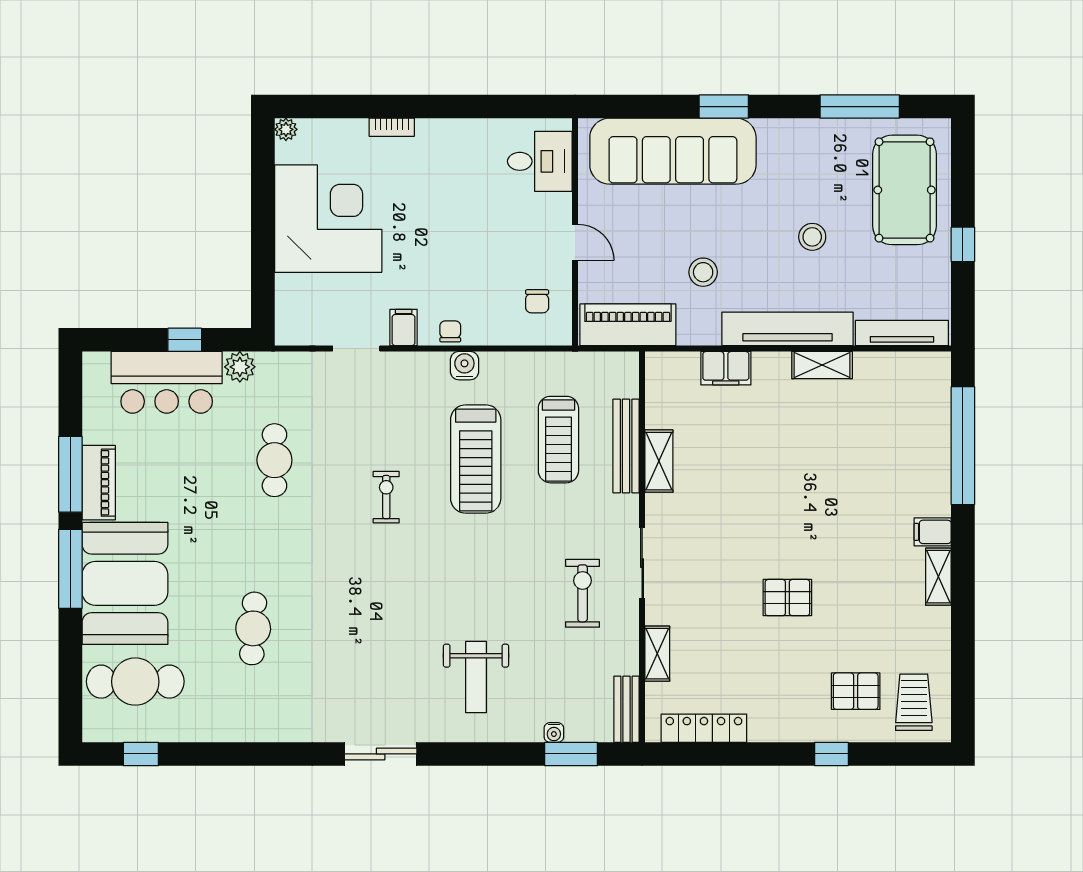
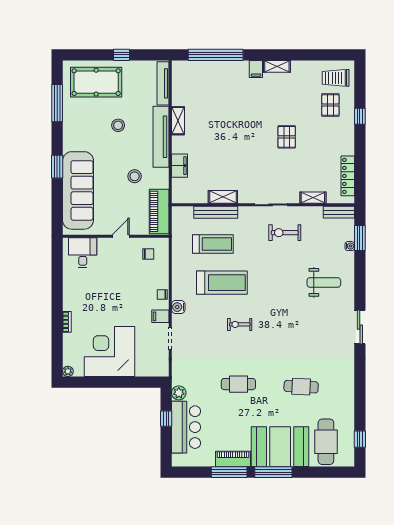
water cooler: (464, 366) -> (178, 307), moved
cafe table: (274, 460) -> (238, 384), moved

